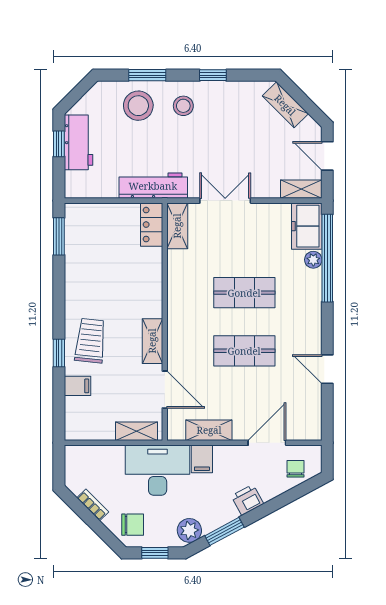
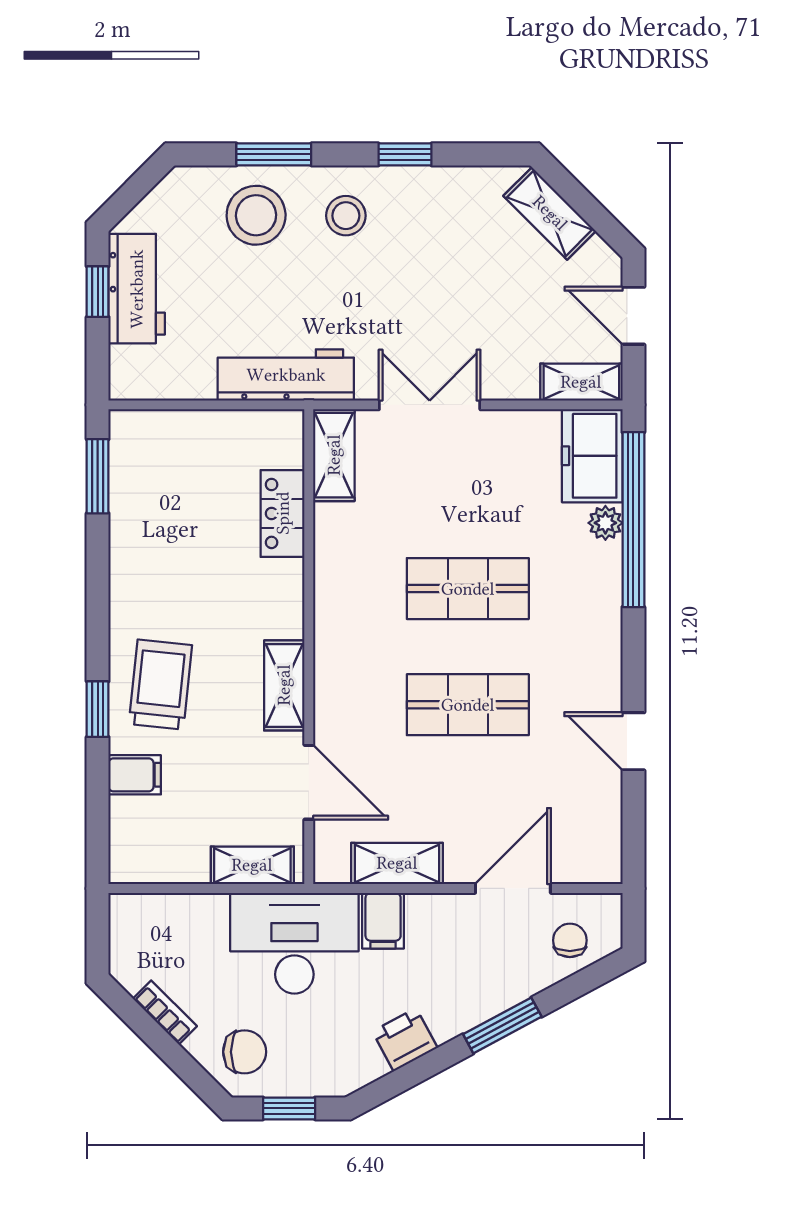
locker: (152, 225) -> (283, 513), moved
printer: (247, 500) -> (405, 1040), moved
plant: (189, 530) -> (358, 1063), removed
window: (224, 531) -> (502, 1025), moved

